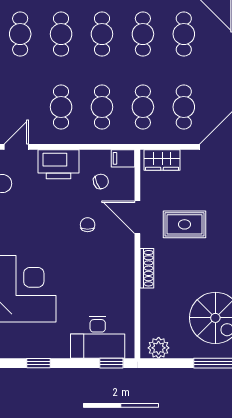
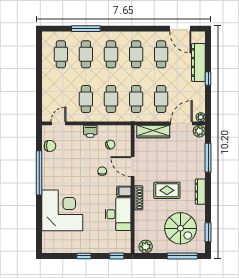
filing cabinet: (123, 158) -> (124, 191), moved
wardrobe: (162, 160) -> (153, 132), width x1.50
printer: (59, 164) -> (90, 131), width x0.53, depth x0.68
rug: (185, 224) -> (167, 190), moved
desk: (98, 337) -> (118, 214), moved, turned -90
window: (38, 363) -> (84, 256), moved

